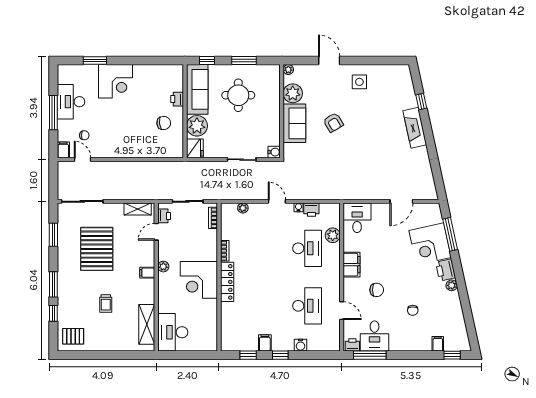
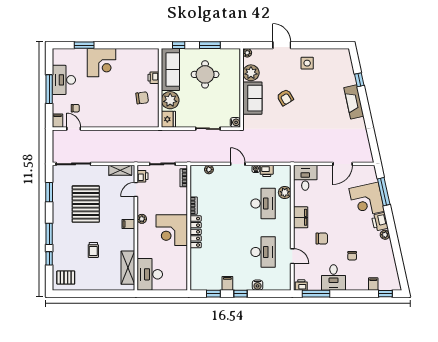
desk: (375, 336) -> (334, 277), moved

